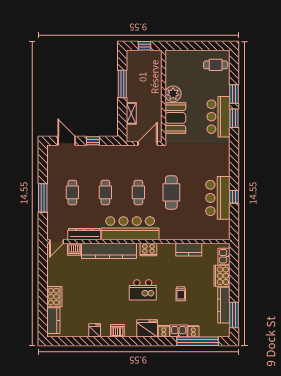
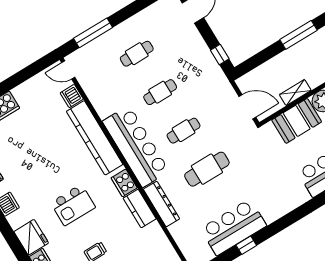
shelving: (131, 113) -> (295, 93), moved
window: (93, 141) -> (220, 54), moved
window: (43, 198) -> (93, 33), moved
dresser: (84, 234) -> (161, 204), moved
kitchen counter: (189, 250) -> (140, 209), moved
kitchen island: (143, 290) -> (73, 205), turned -90

